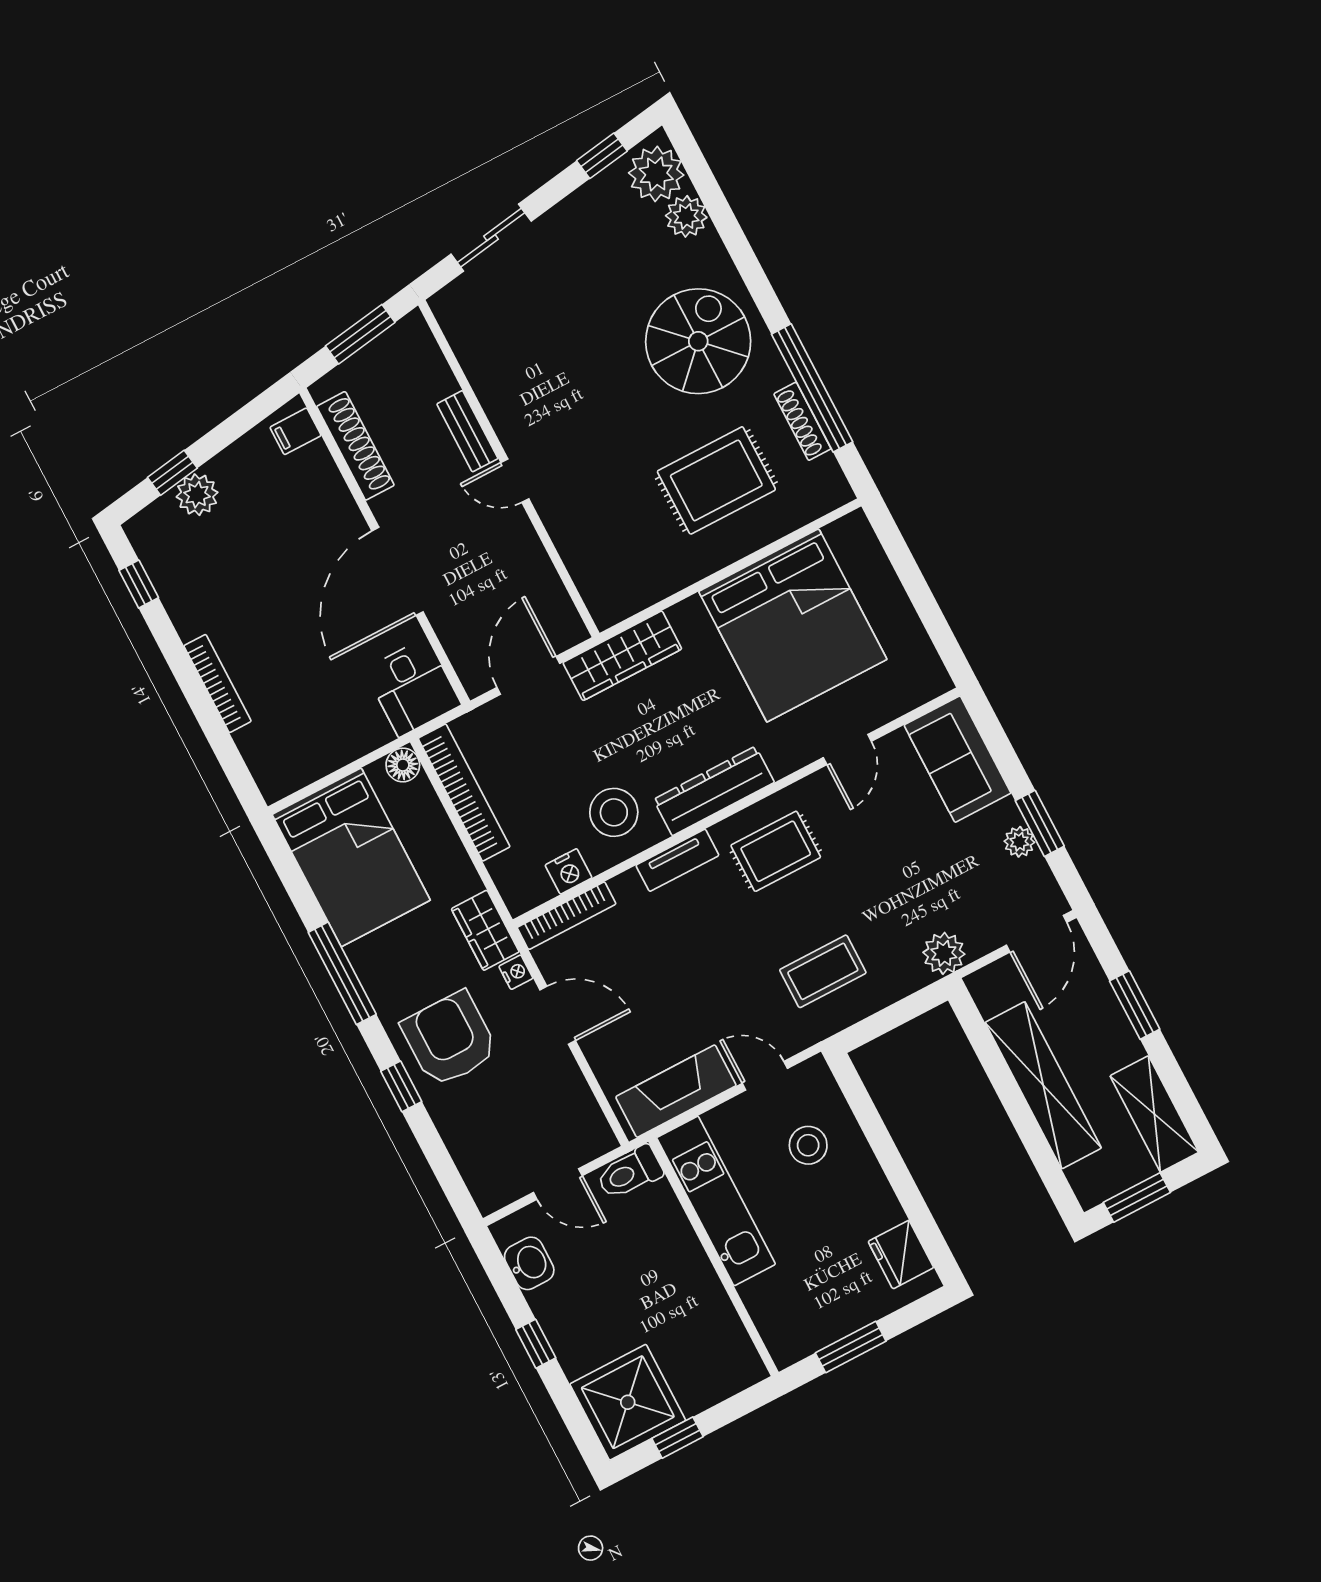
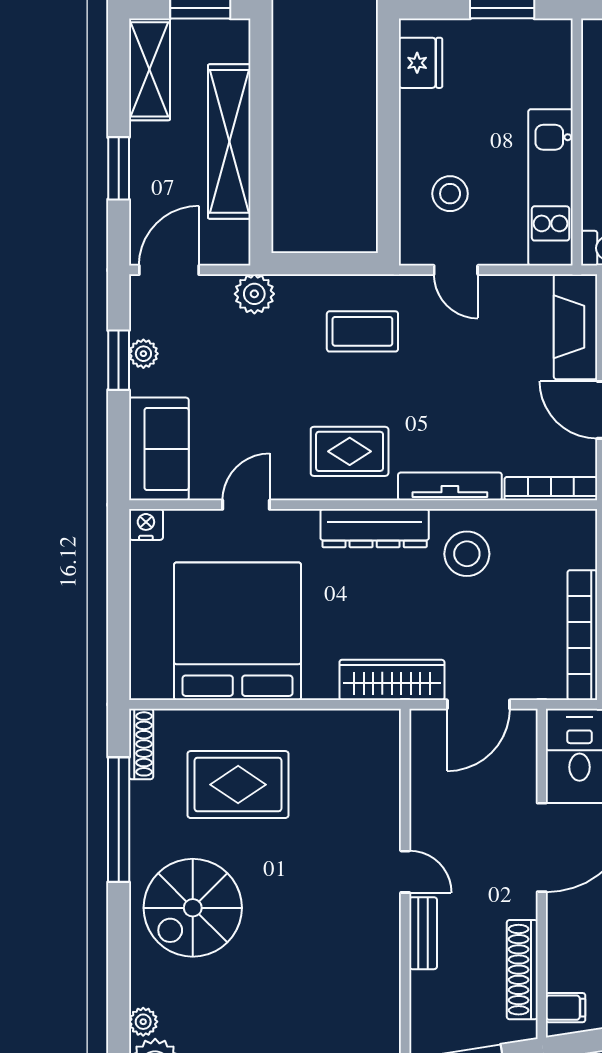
plant: (686, 216) -> (143, 1022), width x0.73, depth x0.73
shoe rack: (802, 421) -> (141, 744), moved
tv unit: (677, 860) -> (450, 486), width x1.41
nightstand: (569, 871) -> (146, 524), moved
fireplace: (676, 1091) -> (575, 327), moved, turned 90

